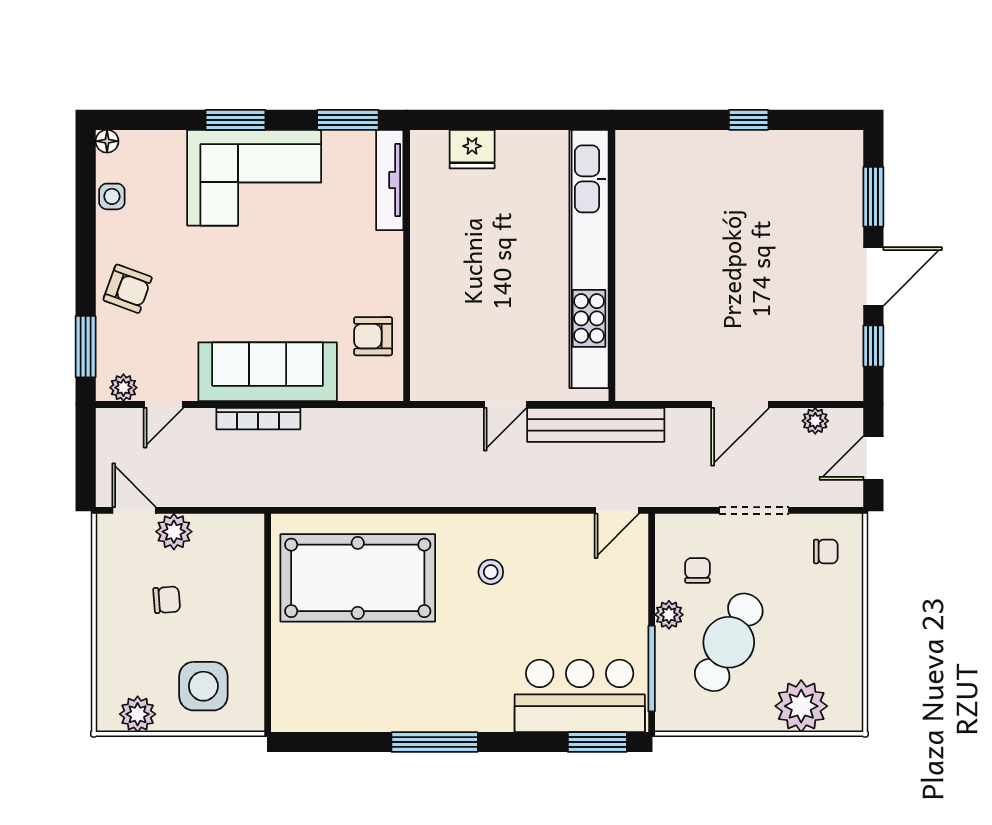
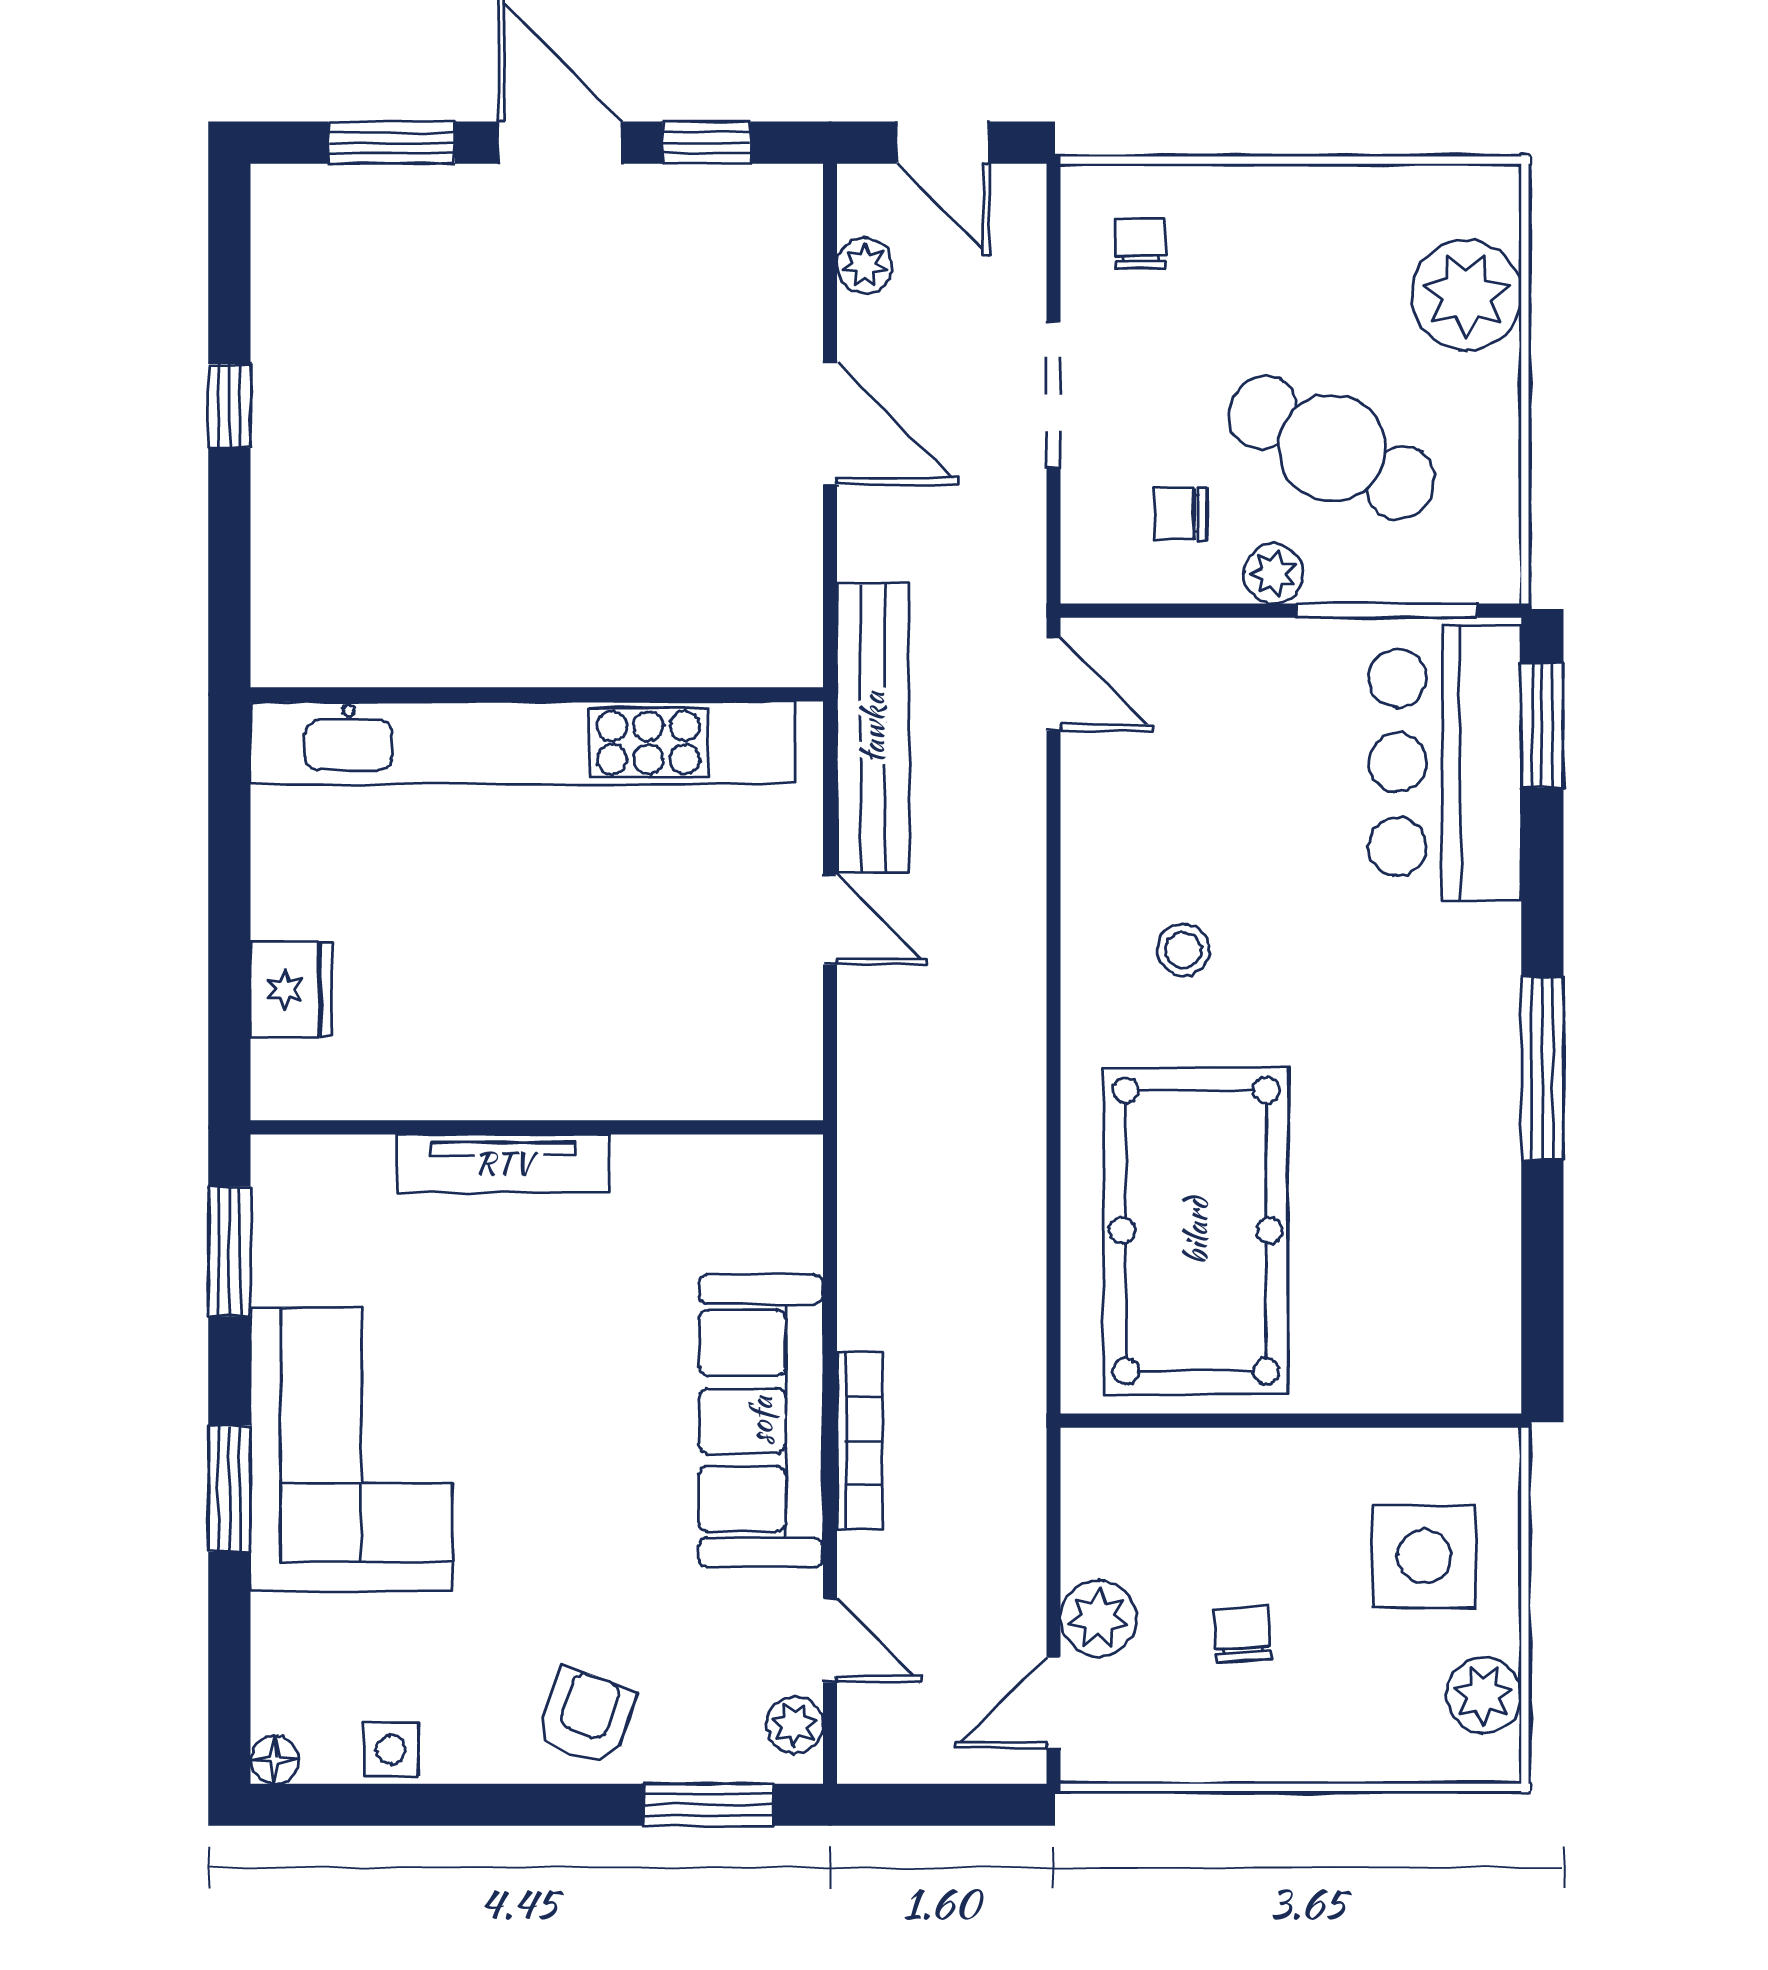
tv unit: (390, 180) -> (503, 1163), moved
armchair: (373, 336) -> (686, 1198), removed

